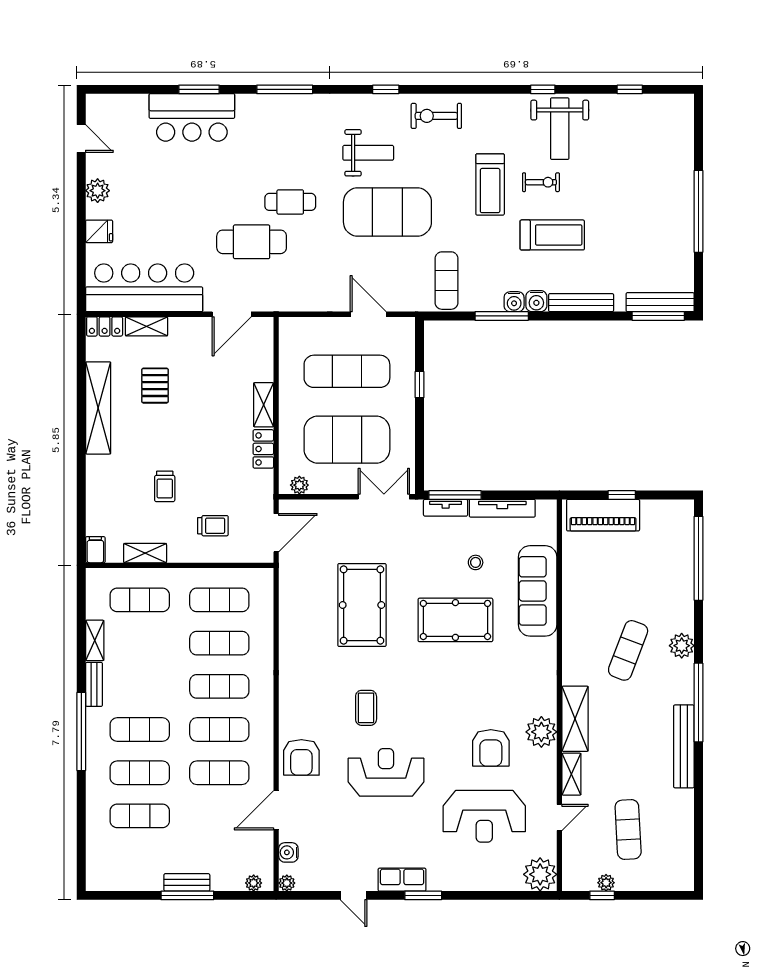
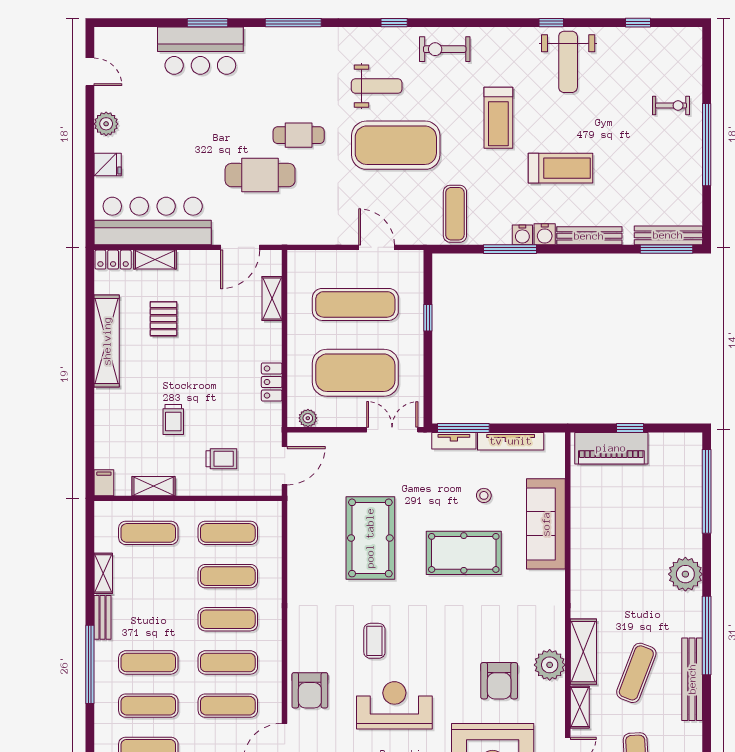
exercise bike: (541, 182) -> (671, 105), moved
shelving: (264, 405) -> (272, 298), moved
plant: (682, 646) -> (685, 574), width x1.36, depth x1.36
exercise mat: (628, 650) -> (636, 673), moved

